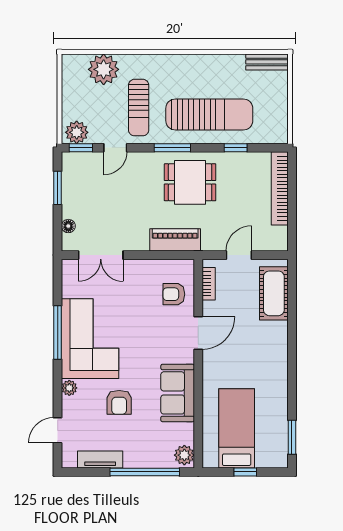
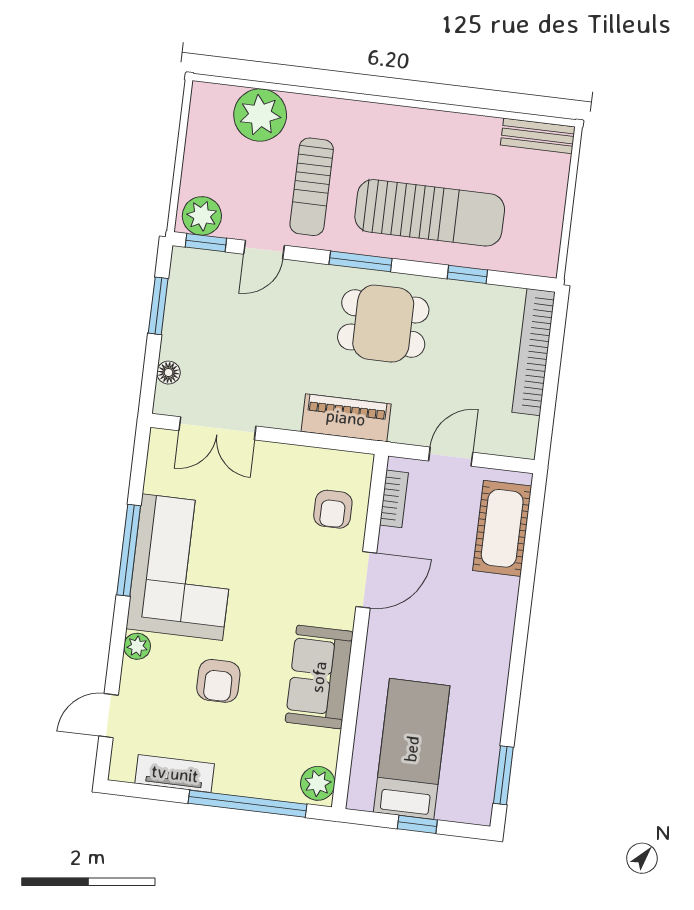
armchair: (174, 294) -> (333, 509), turned -90

